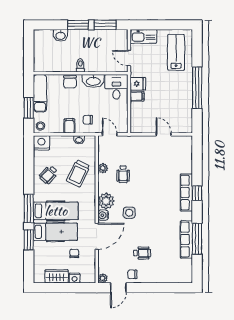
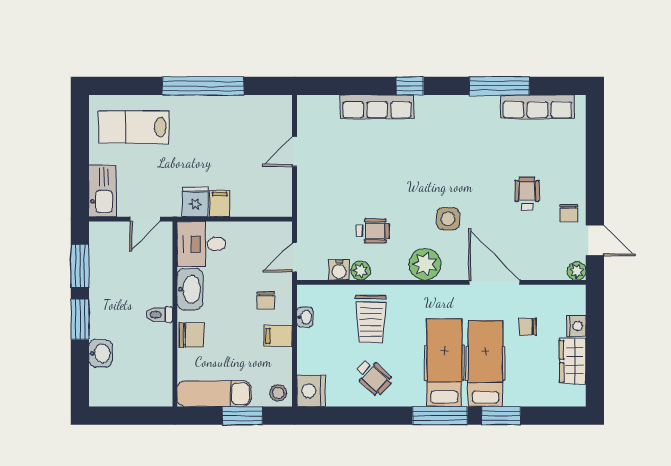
trolley: (78, 173) -> (371, 319), turned 64
row of seats: (186, 193) -> (377, 107), moved
water cooler: (103, 215) -> (339, 270), moved
row of seats: (186, 240) -> (537, 107), moved

